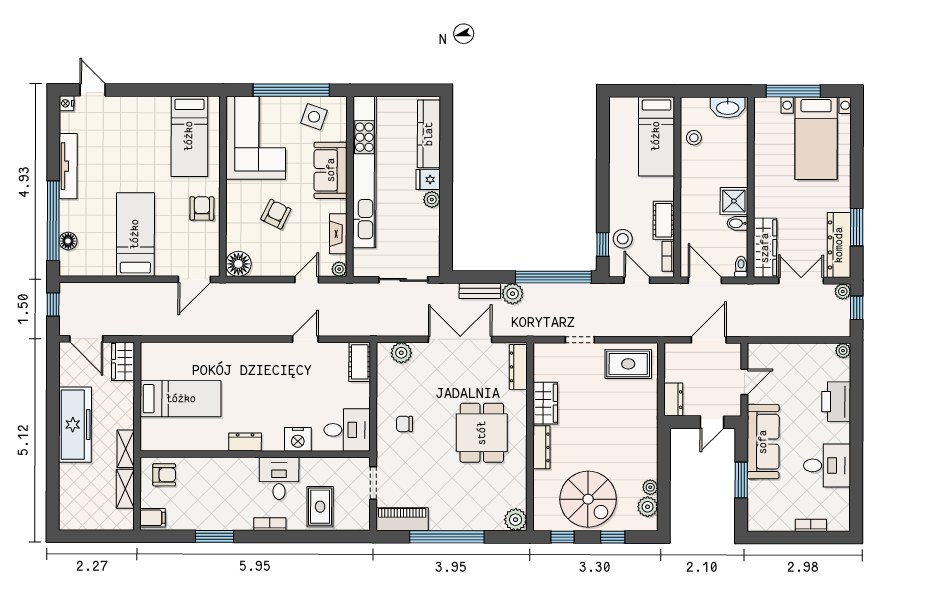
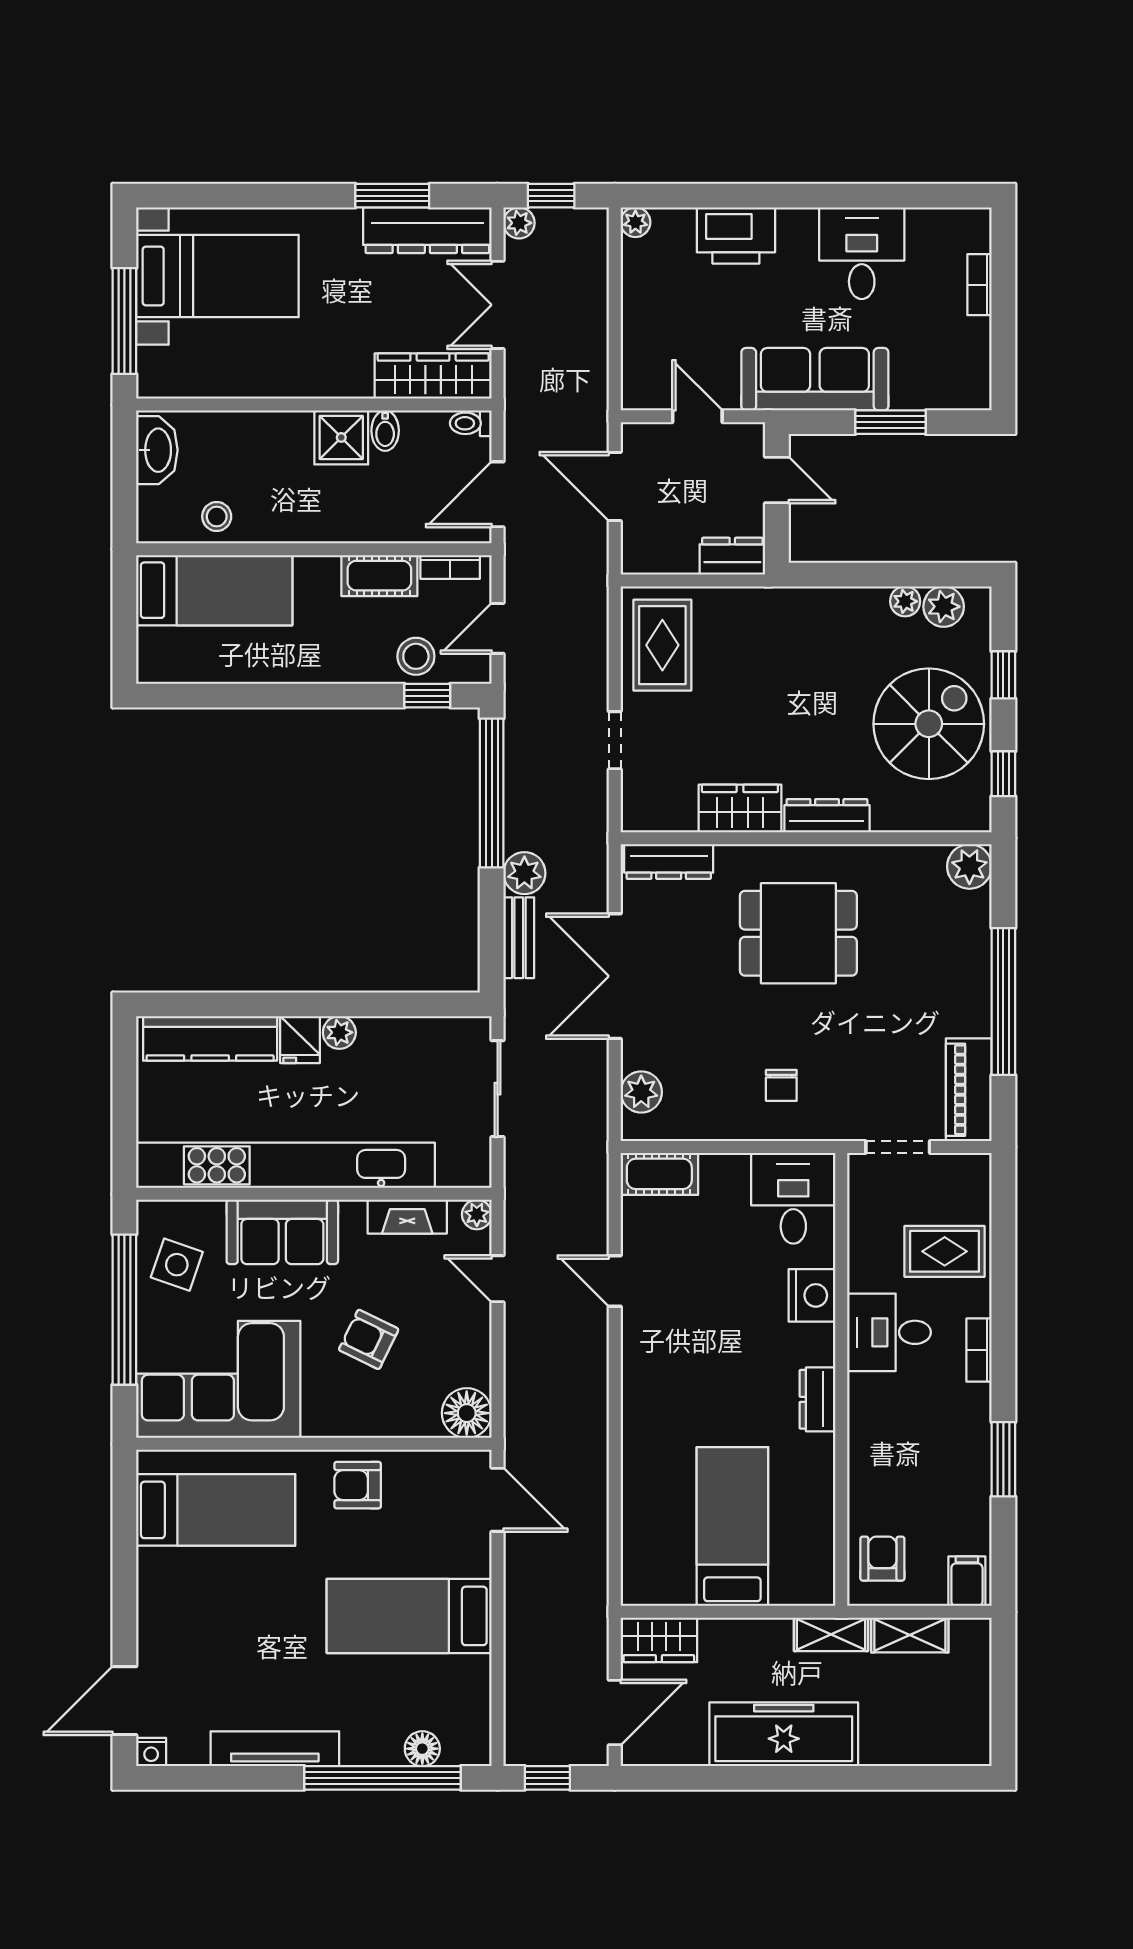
door: (93, 90) -> (124, 1701), width x1.38

